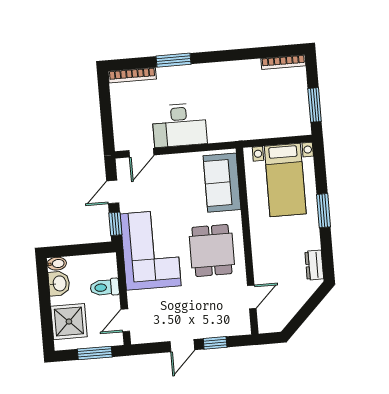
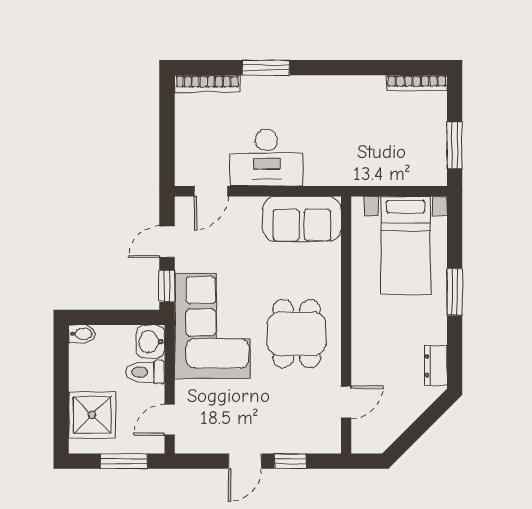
sofa: (222, 183) -> (302, 219), moved, turned -90
washbasin: (59, 284) -> (150, 342), moved, turned 180

